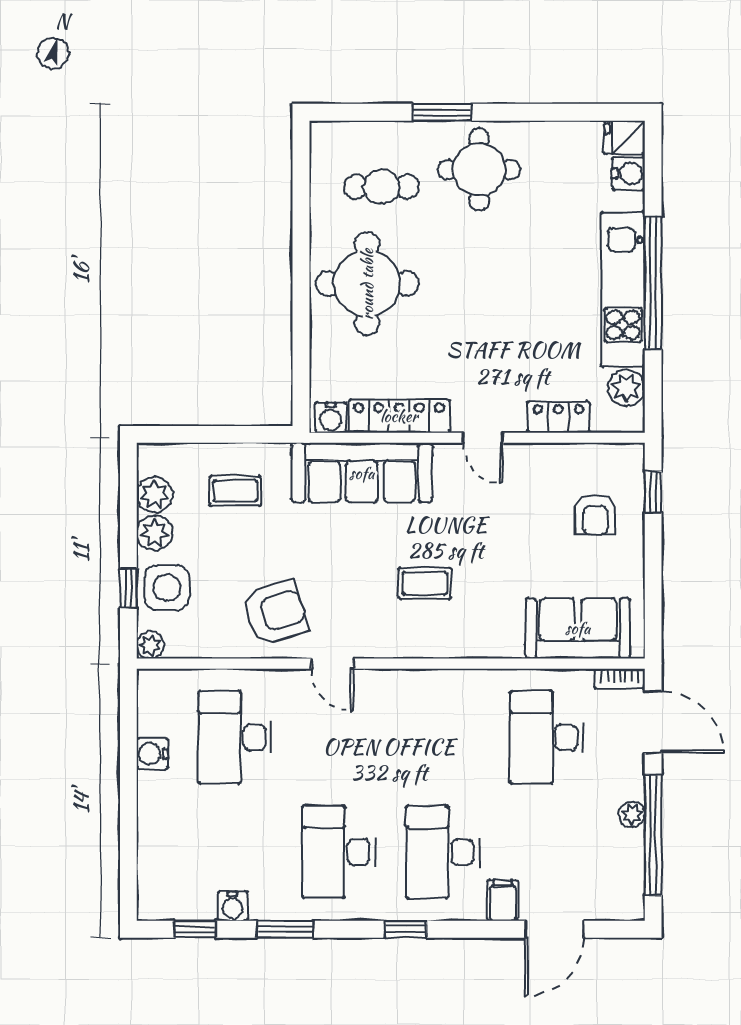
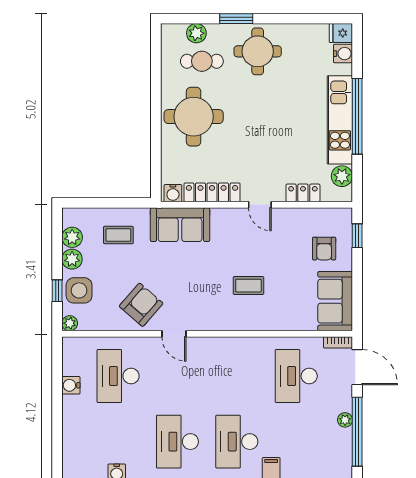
plant: (372, 138) -> (196, 33), added
sofa: (362, 473) -> (180, 225), width x0.73
coffee table: (425, 583) -> (248, 286), moved
armchair: (275, 613) -> (141, 305), turned -31
sofa: (578, 628) -> (335, 301), moved, turned -90

